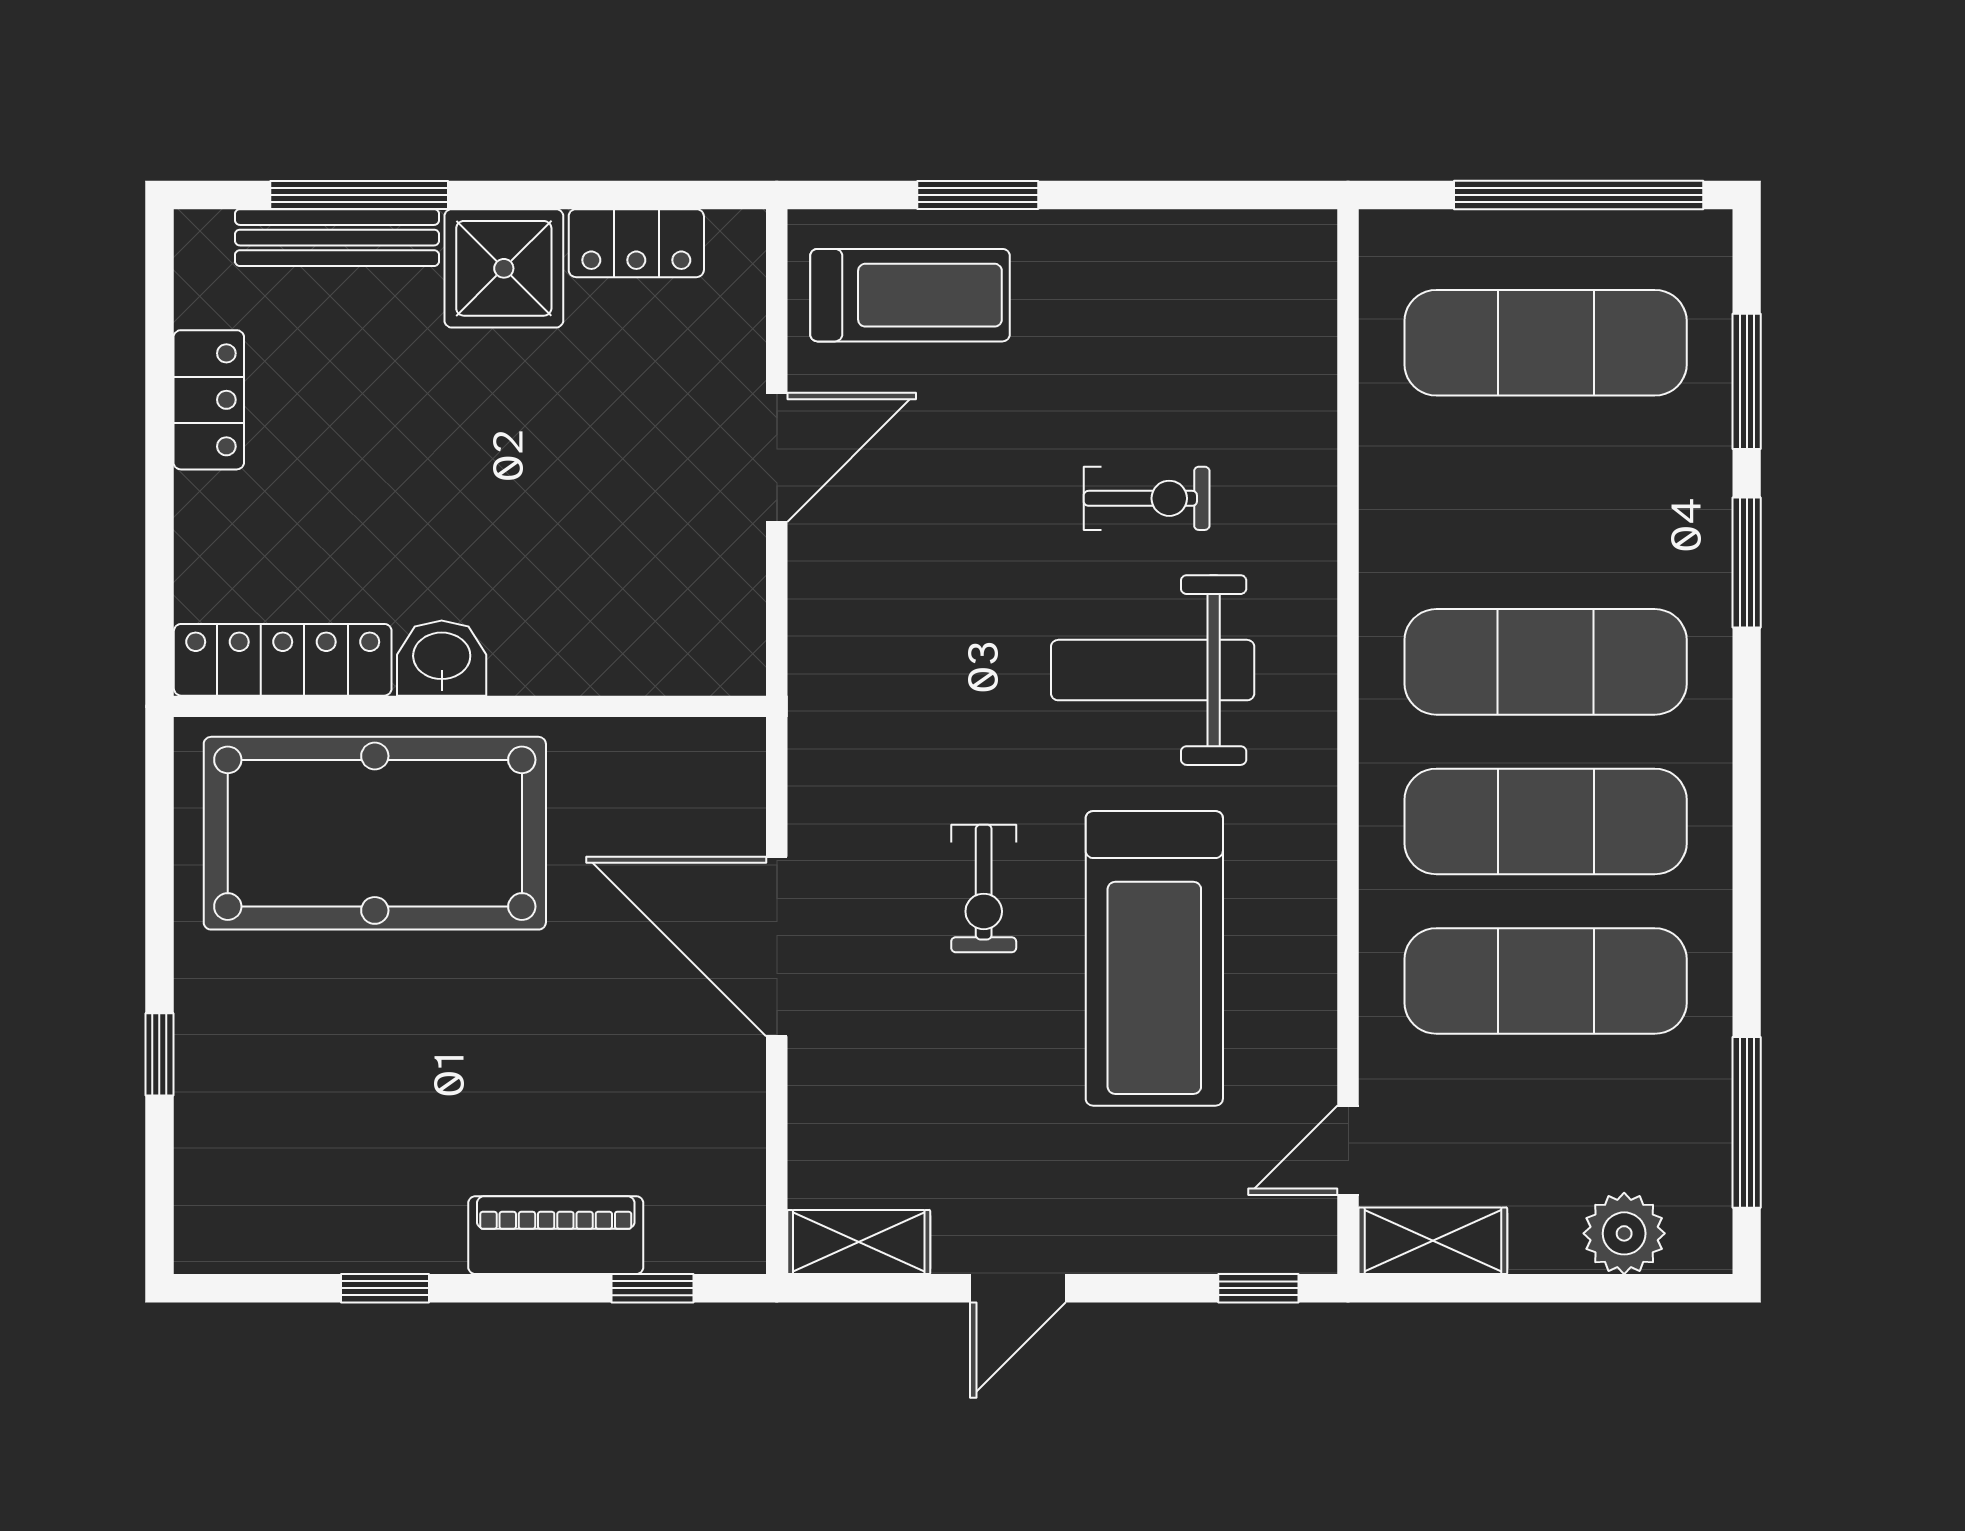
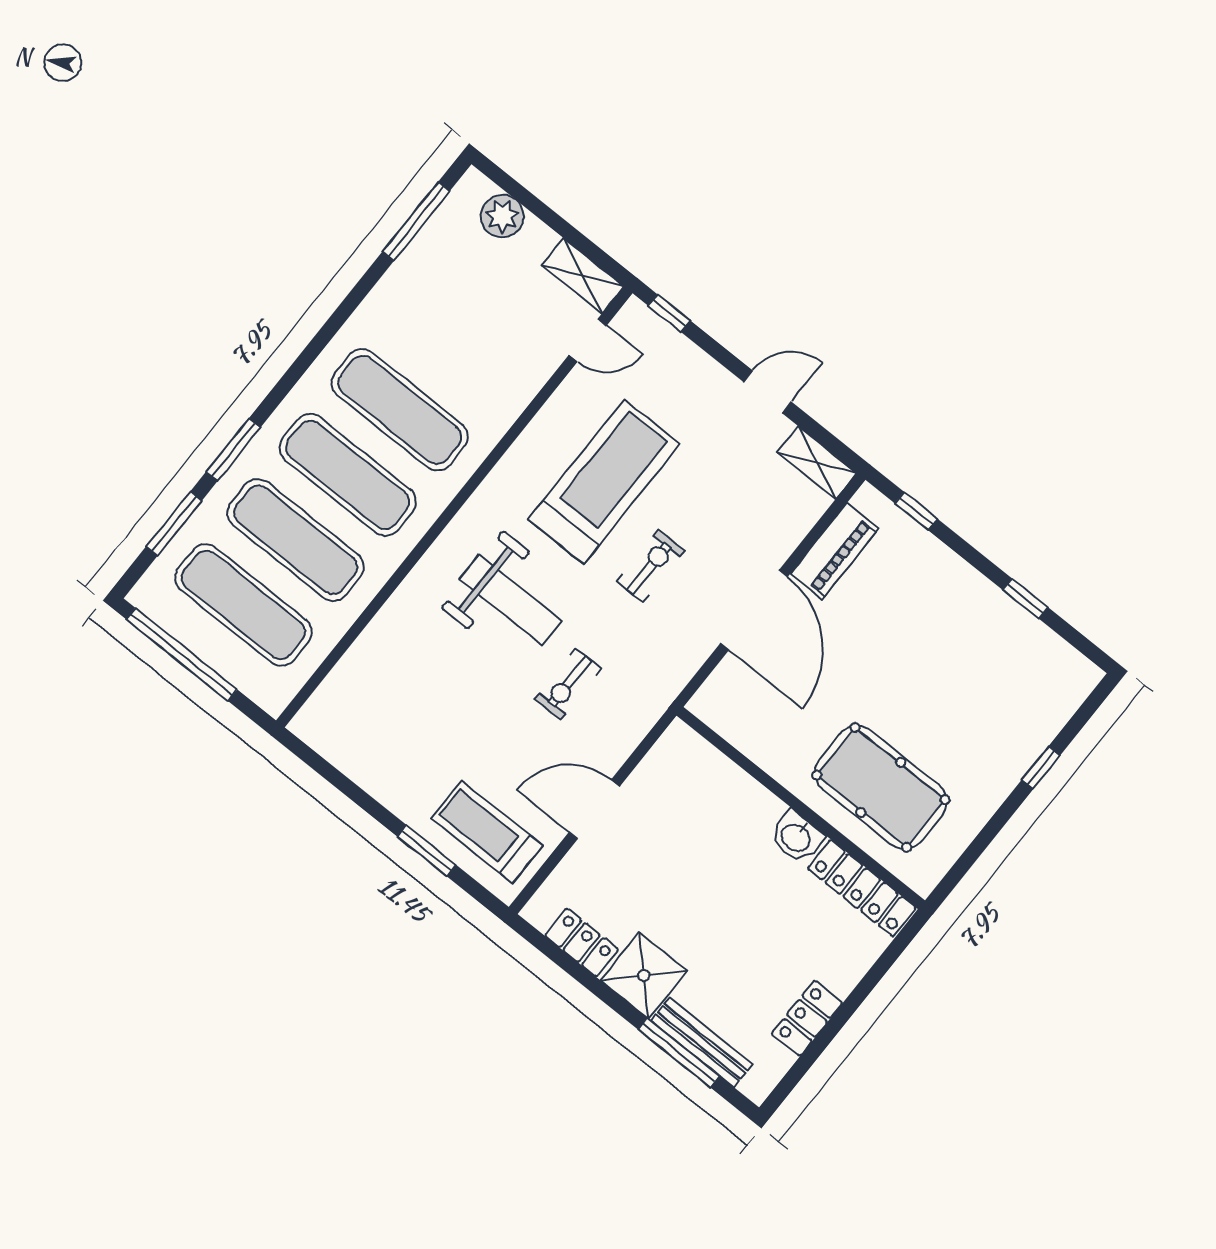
exercise bike: (1147, 498) -> (568, 684), moved, turned -90
pool table: (375, 833) -> (881, 787), width x0.73, depth x0.76
exercise mat: (1546, 981) -> (296, 540), moved
piano: (556, 1235) -> (834, 551), moved, turned -90

